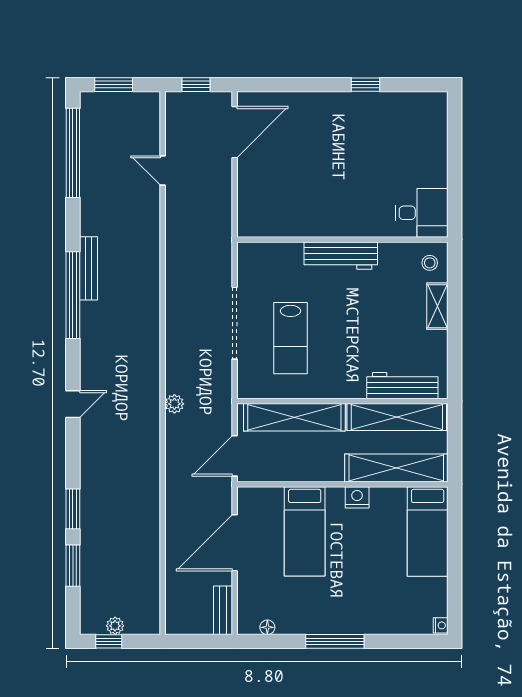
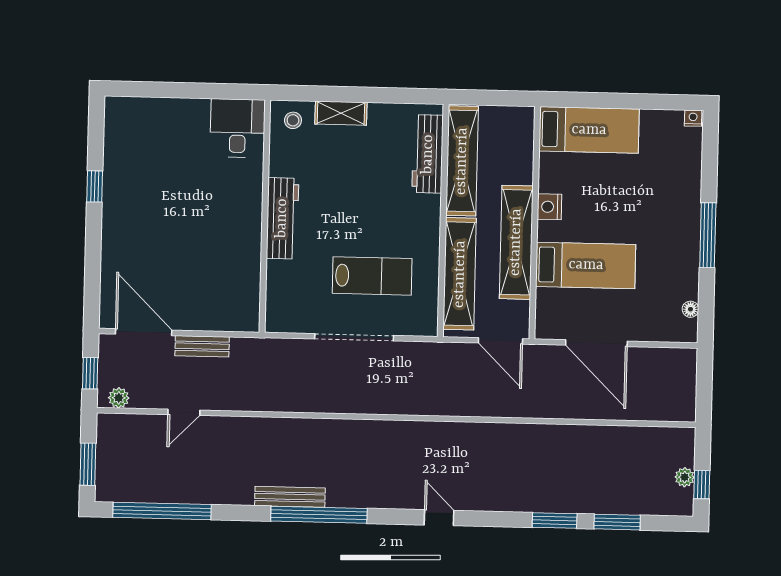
plant: (174, 404) -> (119, 398), moved
shelving: (396, 468) -> (516, 242), moved
bench: (223, 610) -> (202, 346), moved

